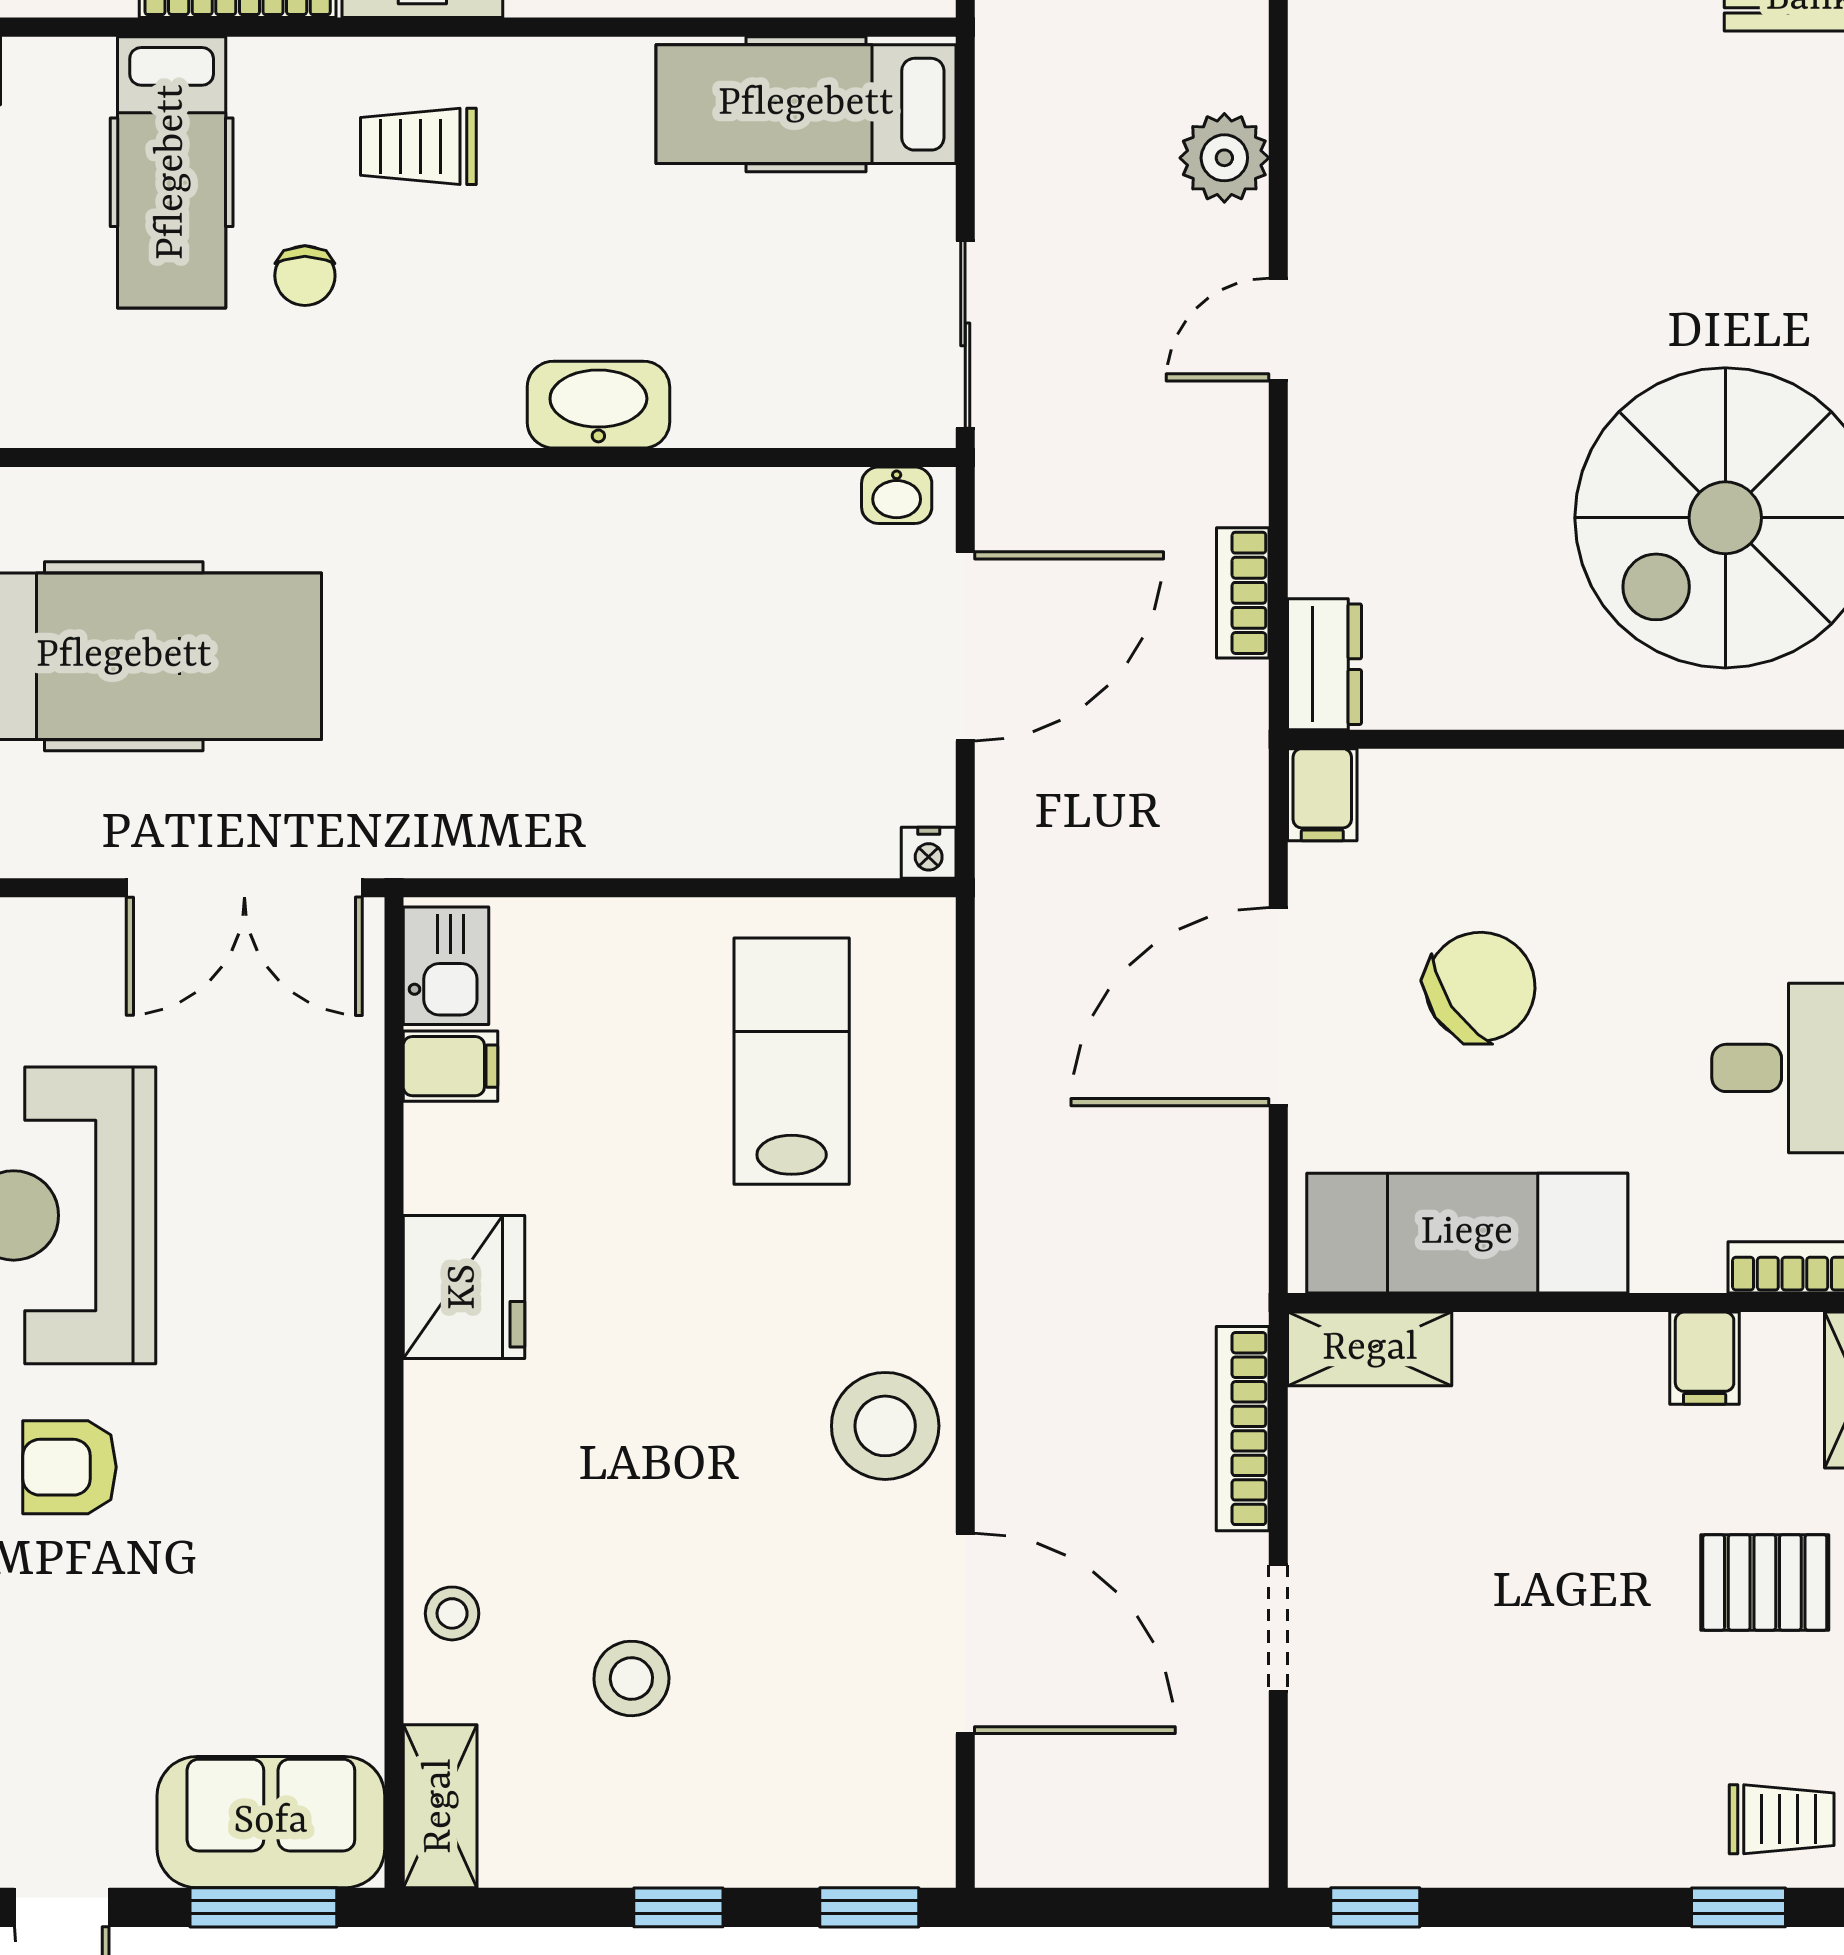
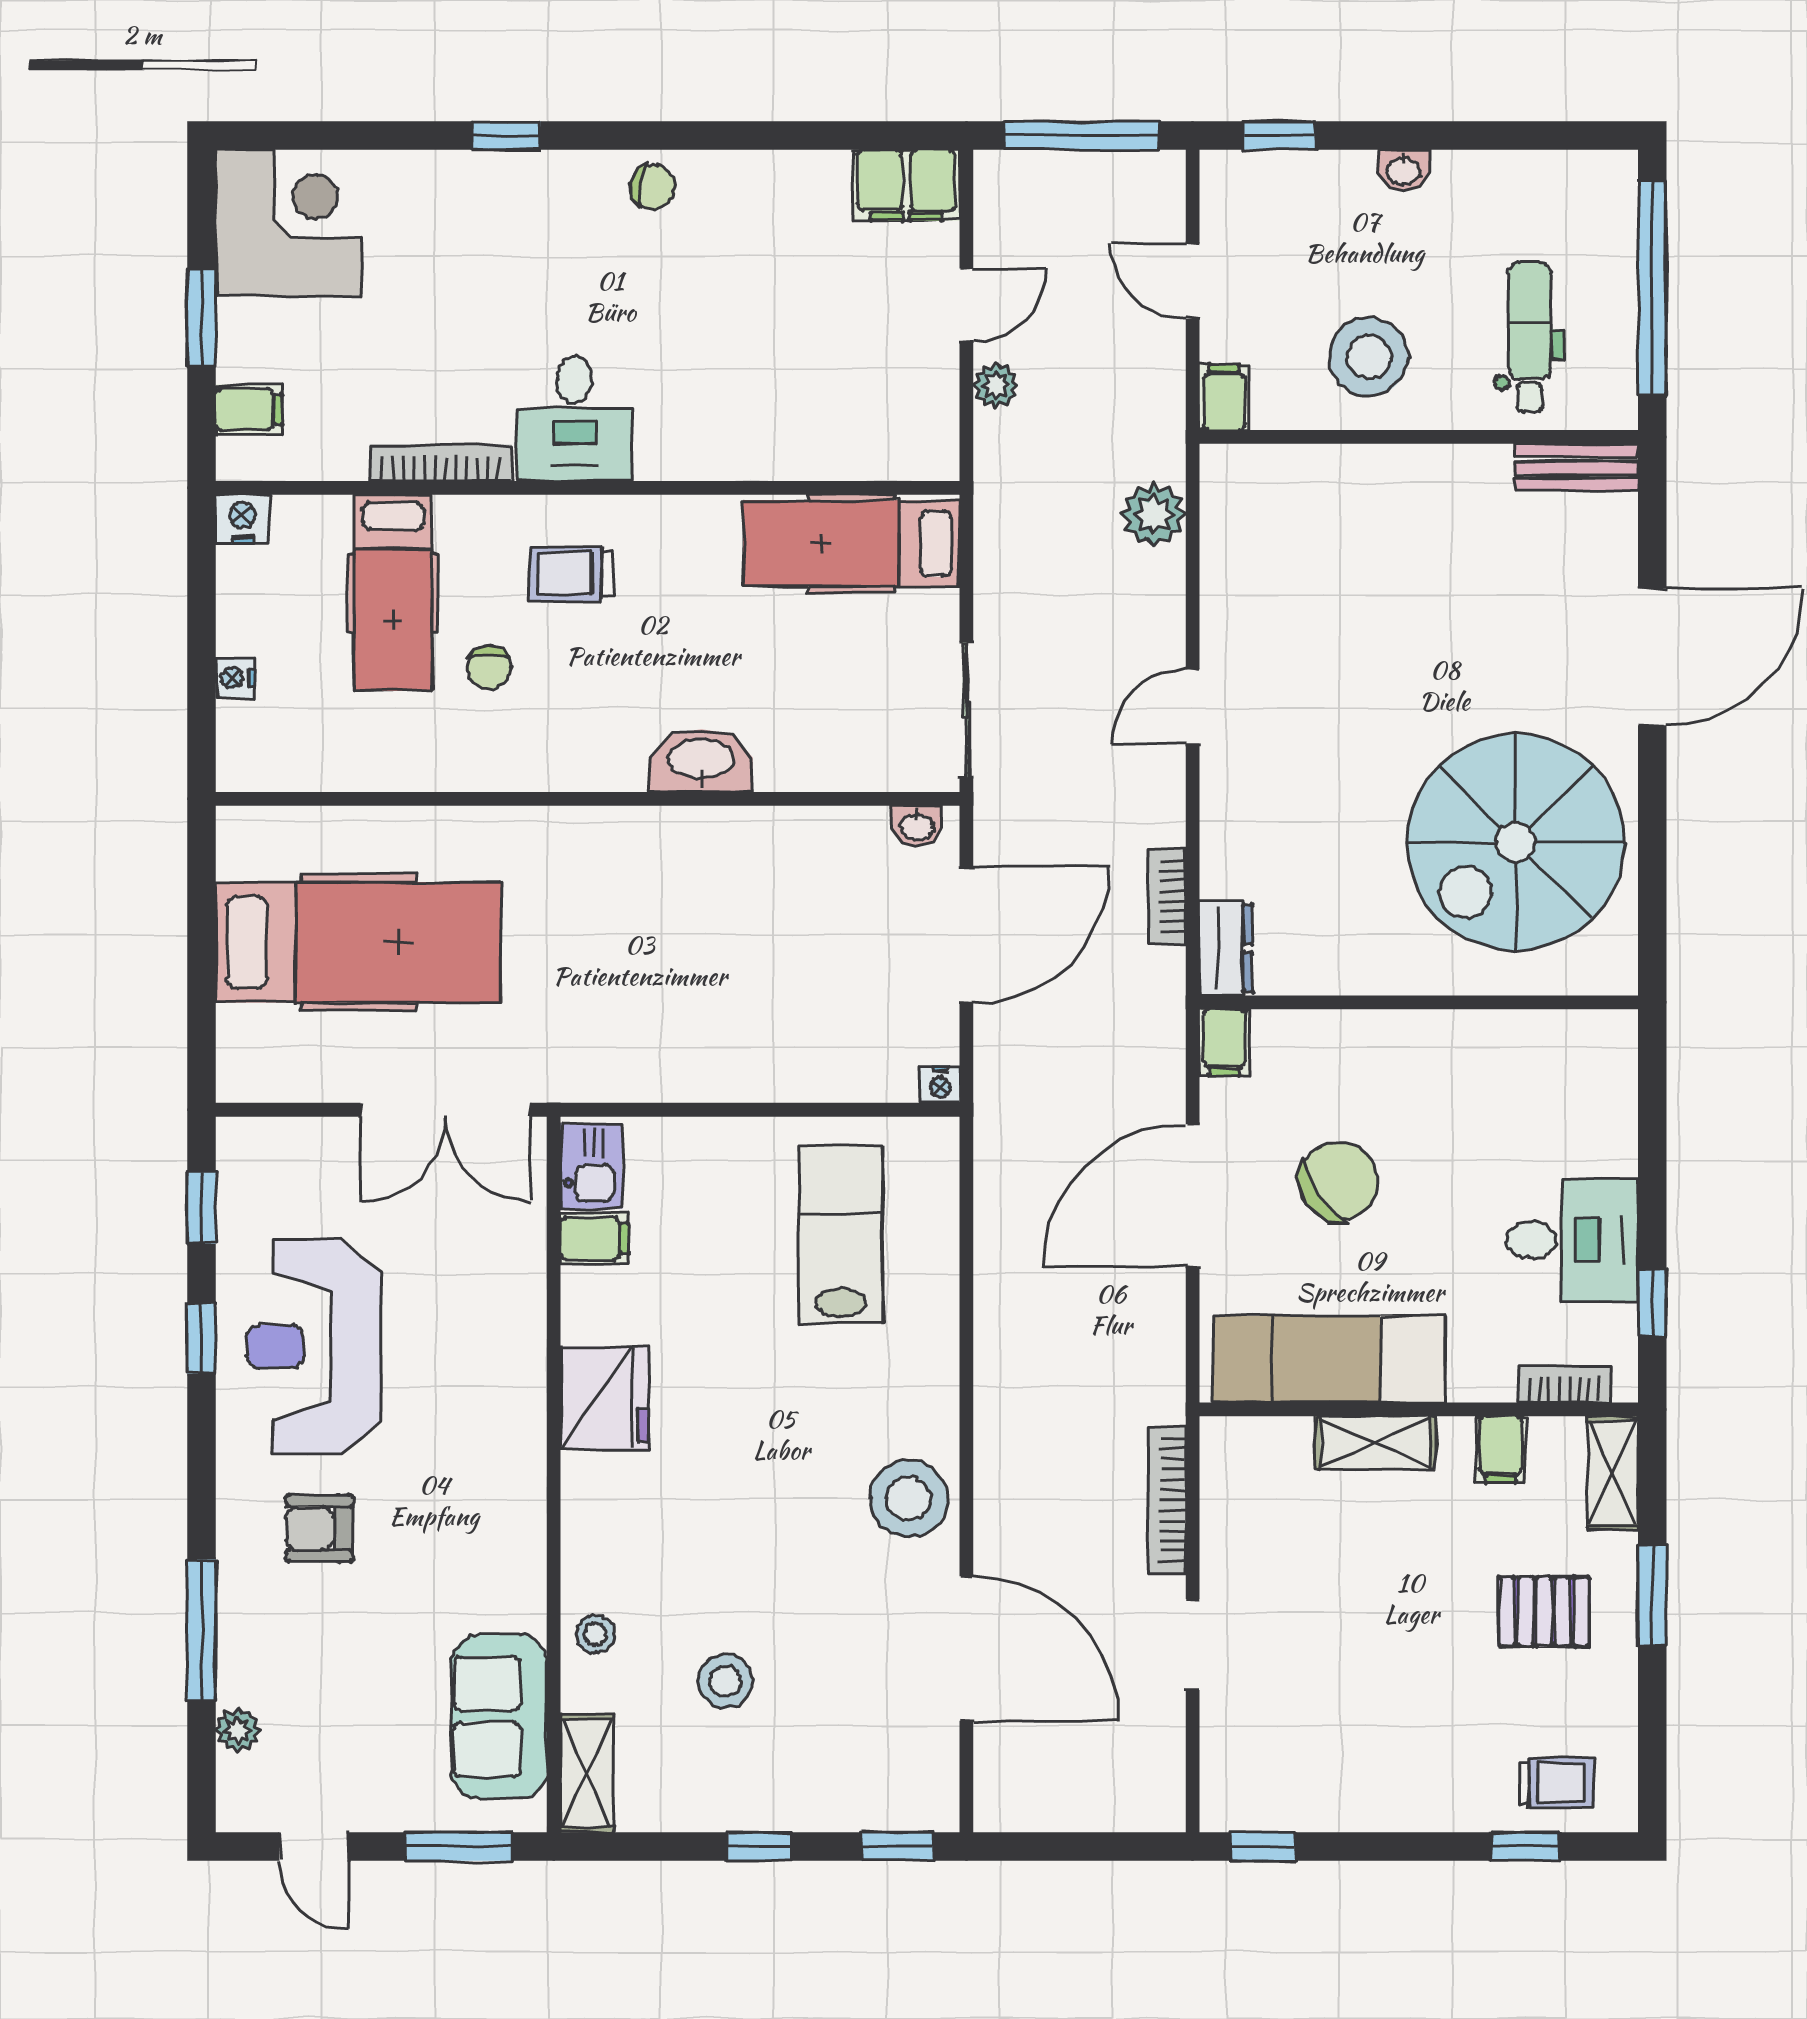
plant: (1224, 158) -> (1154, 514), moved
shelving: (1370, 1349) -> (1375, 1443), moved
sofa: (271, 1822) -> (499, 1716), moved, turned -90

